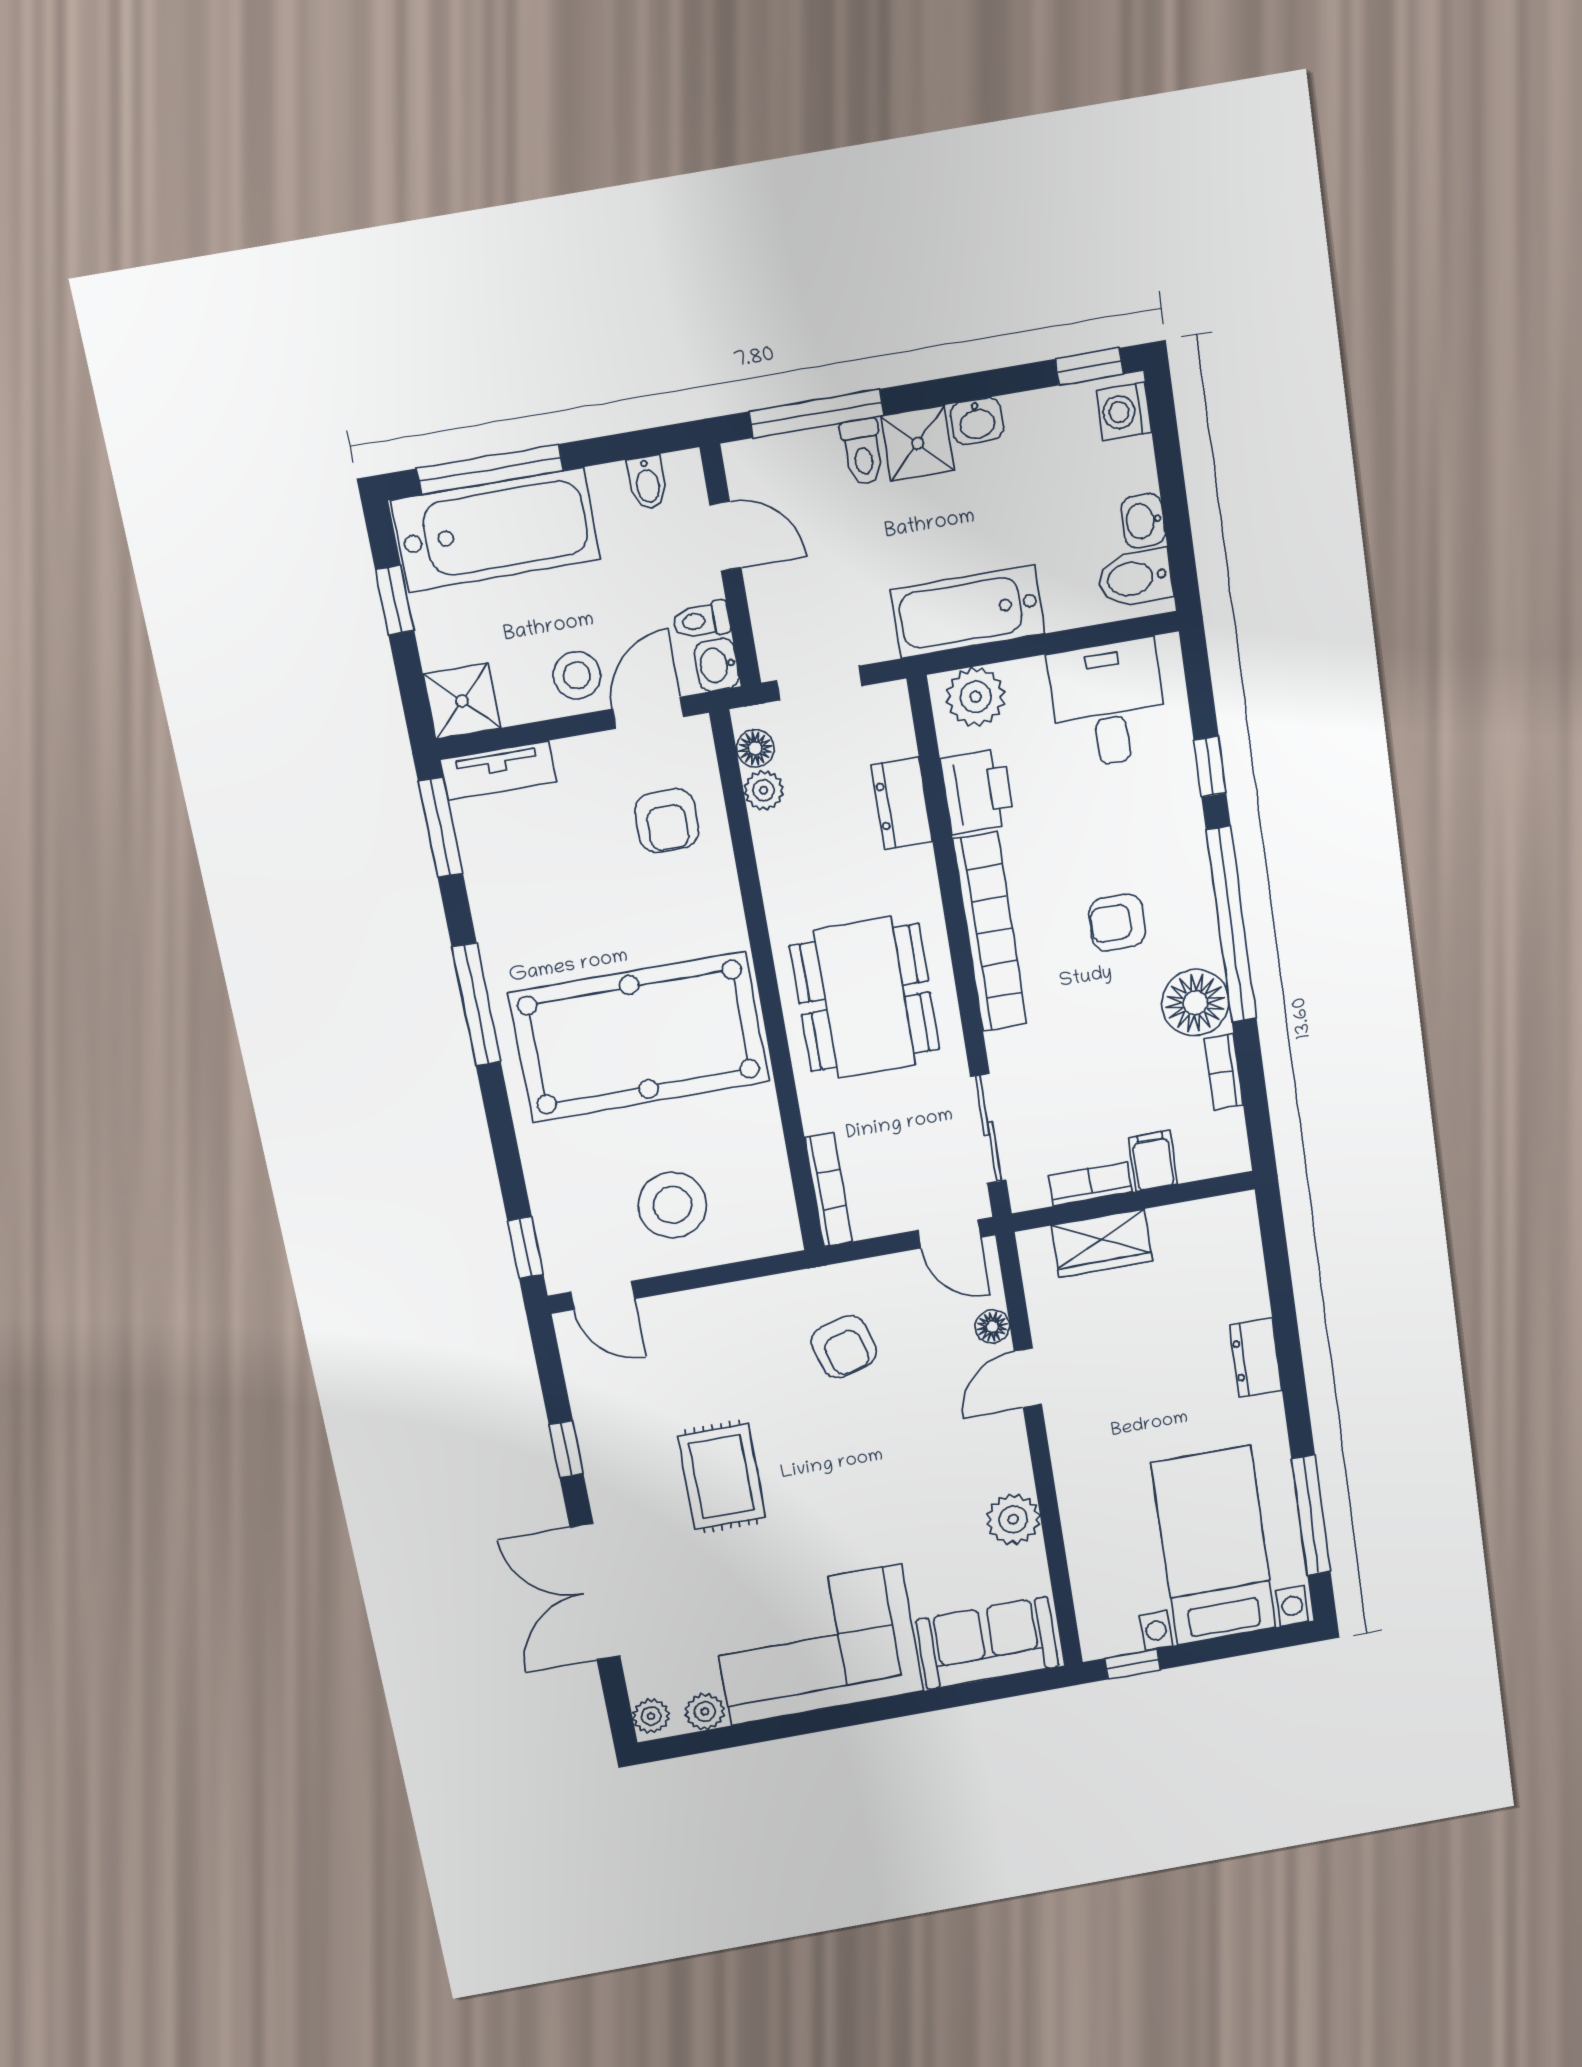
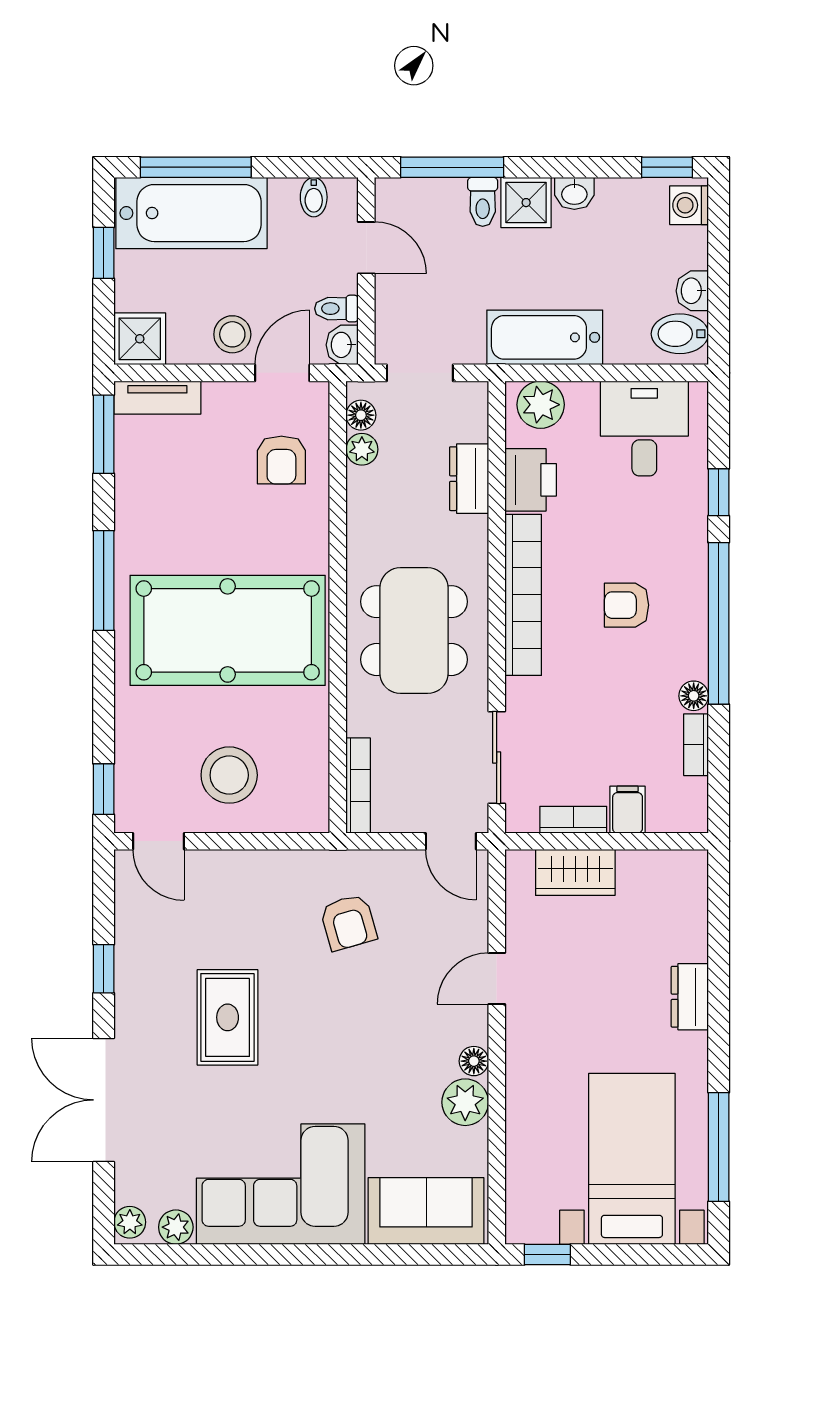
floor lamp: (1195, 1003) -> (694, 696), width x0.53, depth x0.53
floor lamp: (992, 1327) -> (474, 1061), moved

